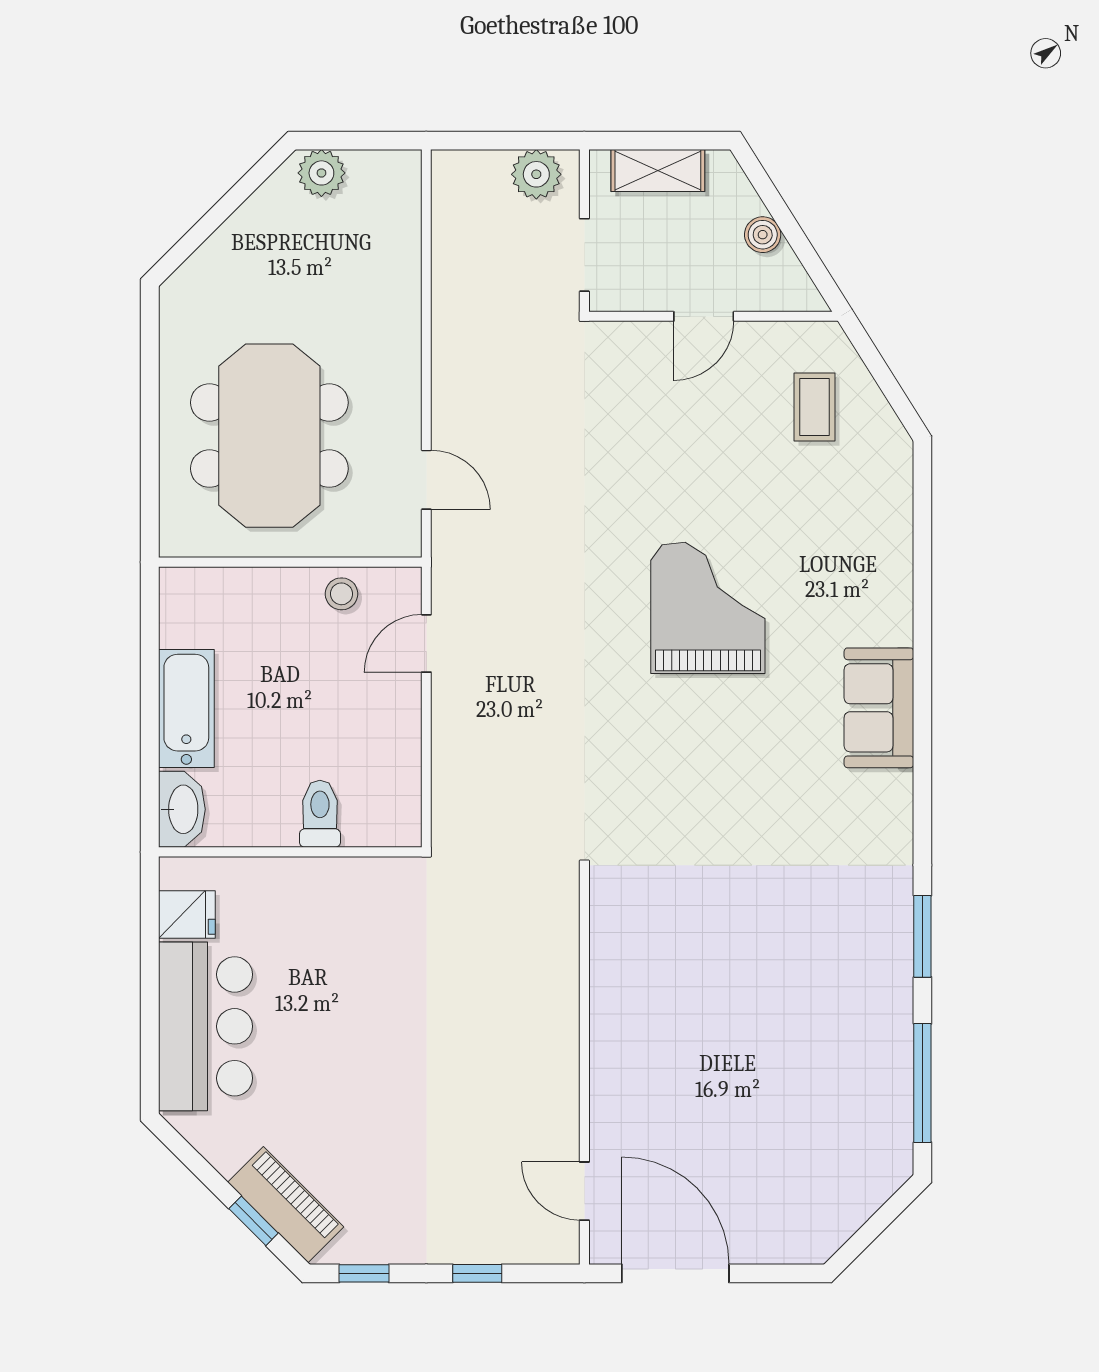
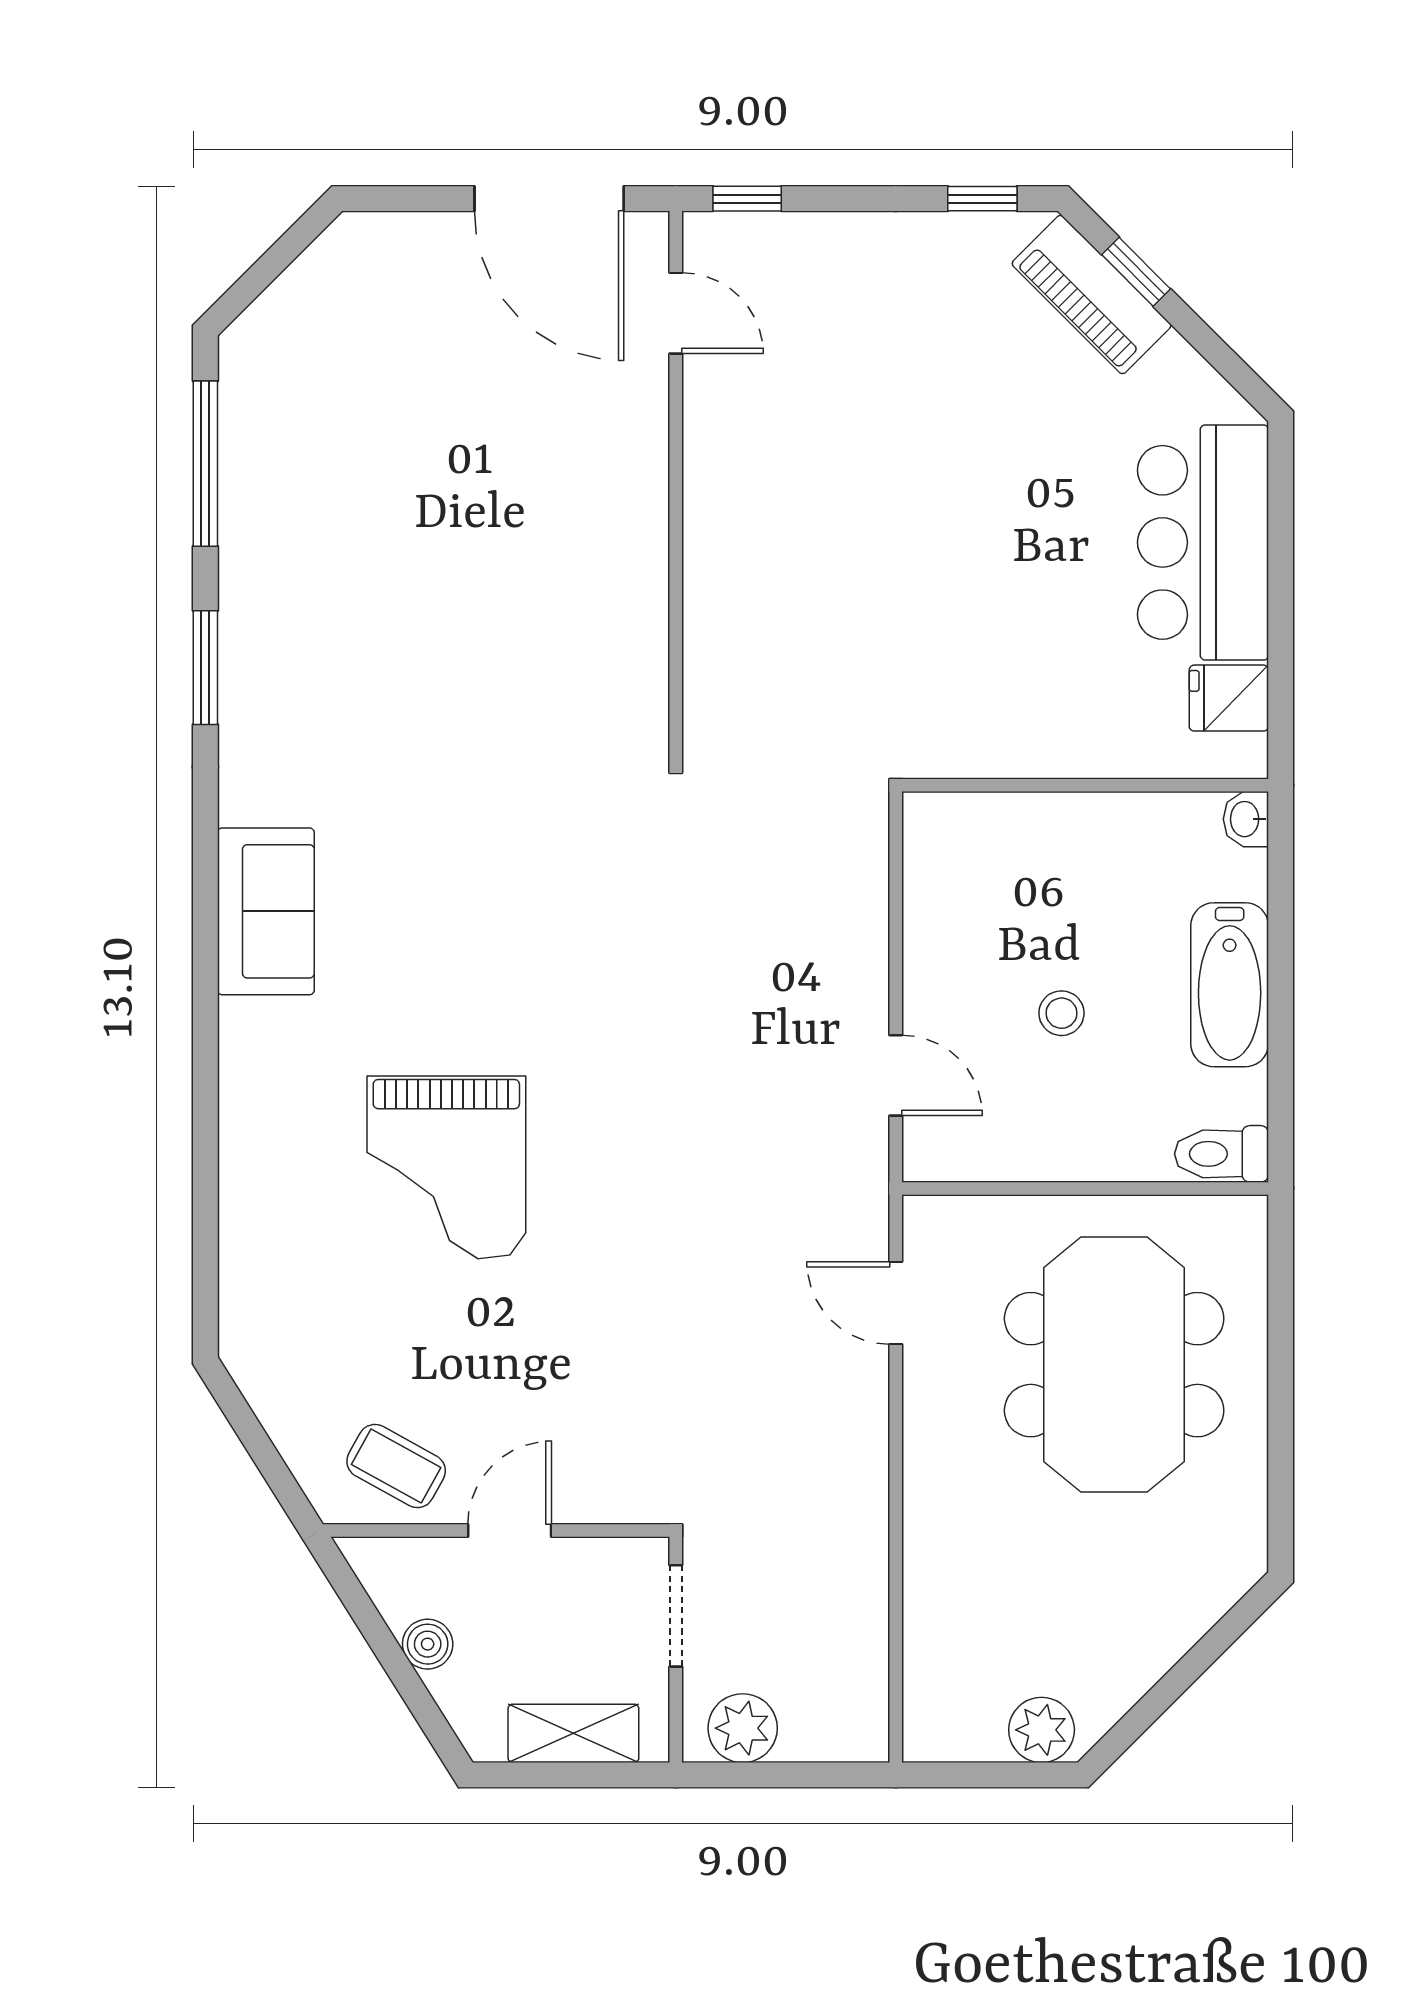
coffee table: (815, 407) -> (396, 1466), moved, turned -61
stool: (341, 594) -> (1061, 1013), moved
grand piano: (708, 608) -> (446, 1167), moved
door: (426, 643) -> (896, 1075), hinge flipped
sofa: (879, 708) -> (266, 911), moved
washbasin: (182, 809) -> (1246, 819), width x0.52, depth x0.69
toilet: (320, 814) -> (1222, 1154), moved, turned 90
window: (477, 1273) -> (747, 199), moved

